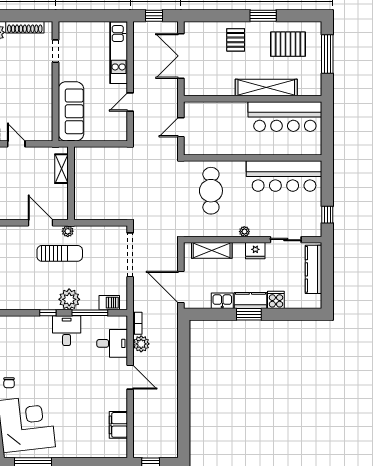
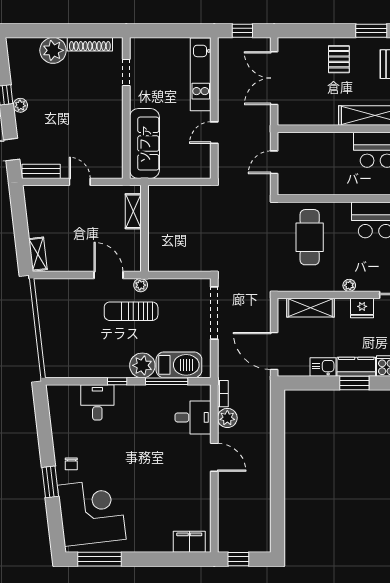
sun lounger: (60, 253) -> (131, 311), turned 180
barbecue: (109, 303) -> (179, 365), width x1.88, depth x1.53
desk: (67, 331) -> (97, 402), moved
filing cabinet: (118, 425) -> (189, 542), moved, turned 90

